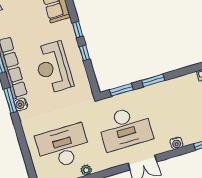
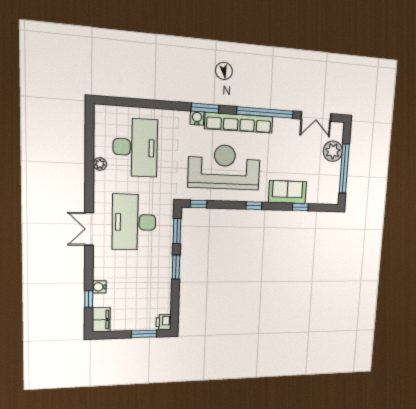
window: (84, 53) -> (199, 204), moved
reception desk: (53, 67) -> (224, 167), width x1.36, depth x1.30
water cooler: (176, 143) -> (99, 287), moved

